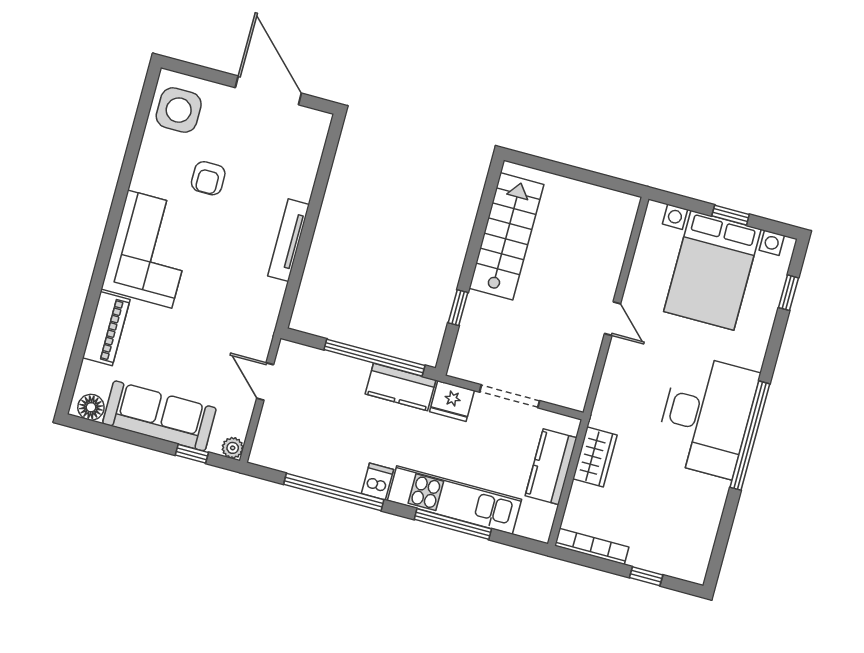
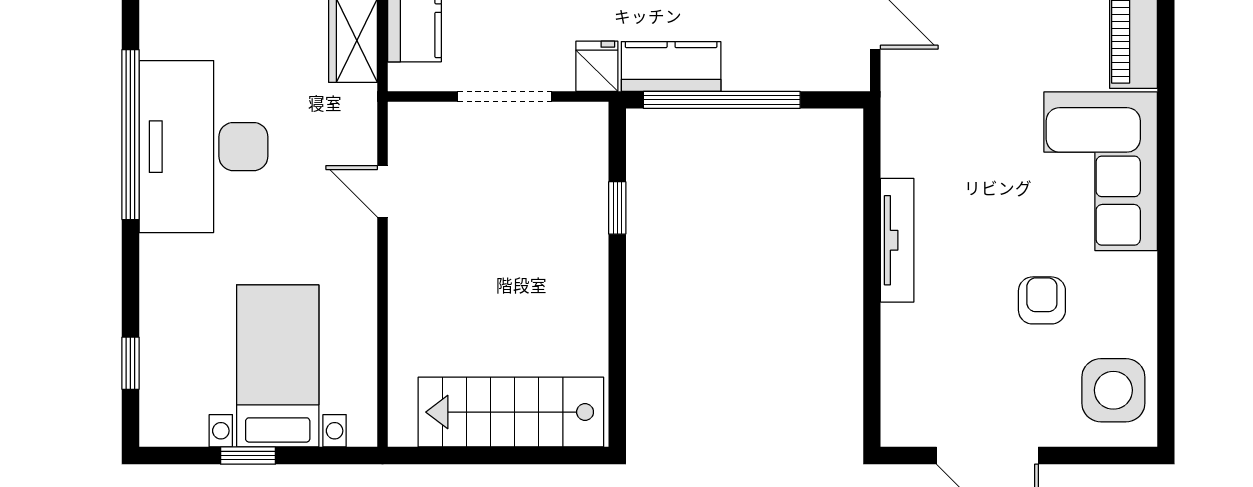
stairs: (506, 236) -> (511, 412), moved, turned 90
bed with nightstands: (712, 270) -> (278, 366), width x0.73
door: (613, 319) -> (382, 191), moved
fridge: (452, 401) -> (597, 66), width x0.72

